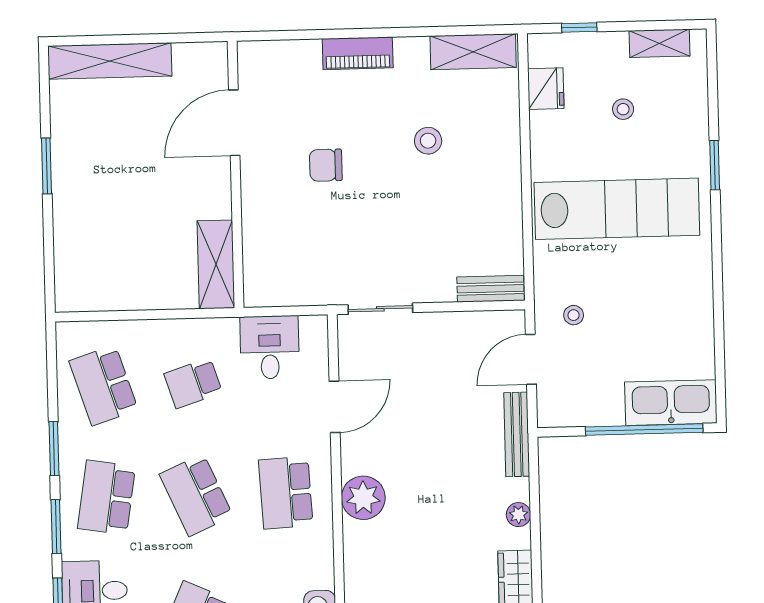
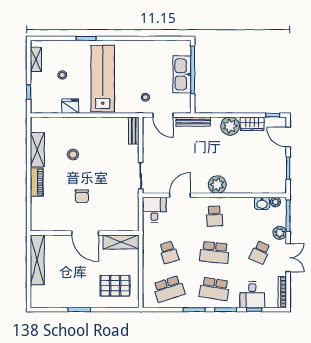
shelving: (473, 52) -> (37, 150), moved
shelving: (110, 61) -> (37, 260), moved
fridge: (546, 89) -> (70, 106), moved
door: (234, 123) -> (85, 233), moved
pallet: (108, 253) -> (115, 286), added
desk: (270, 347) -> (154, 210), moved, turned 90
kitchen sink: (671, 403) -> (182, 74), moved
door: (335, 407) -> (180, 195), hinge flipped
school desk: (286, 493) -> (214, 216), width x0.54
school desk: (196, 495) -> (214, 252), turned 30
plant: (519, 515) -> (230, 126), width x1.88, depth x1.88

